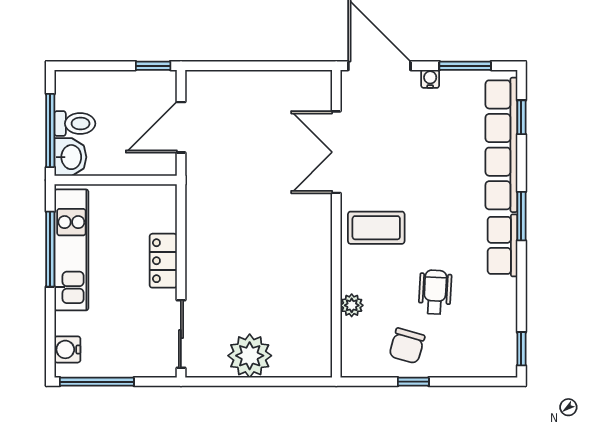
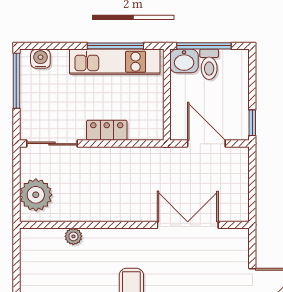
double door: (336, 152) -> (188, 225), moved
wall: (336, 224) -> (134, 225), moved
plant: (352, 305) -> (73, 236), moved

